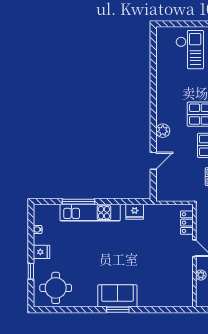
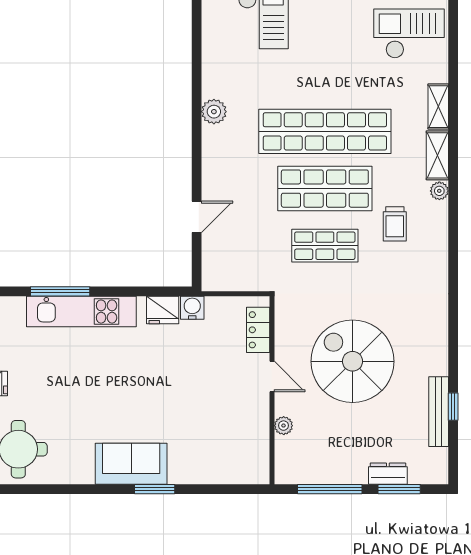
plant: (163, 131) -> (214, 112), moved
water cooler: (151, 211) -> (192, 308), added
window: (118, 310) -> (155, 489), moved

